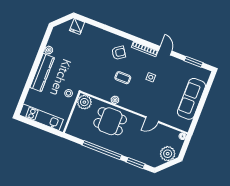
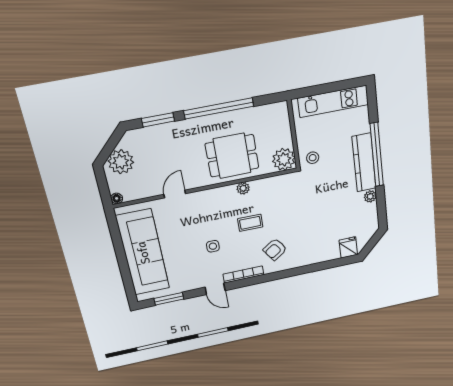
window: (33, 73) -> (377, 155), added
sofa: (191, 99) -> (143, 253), width x1.36, depth x1.27

